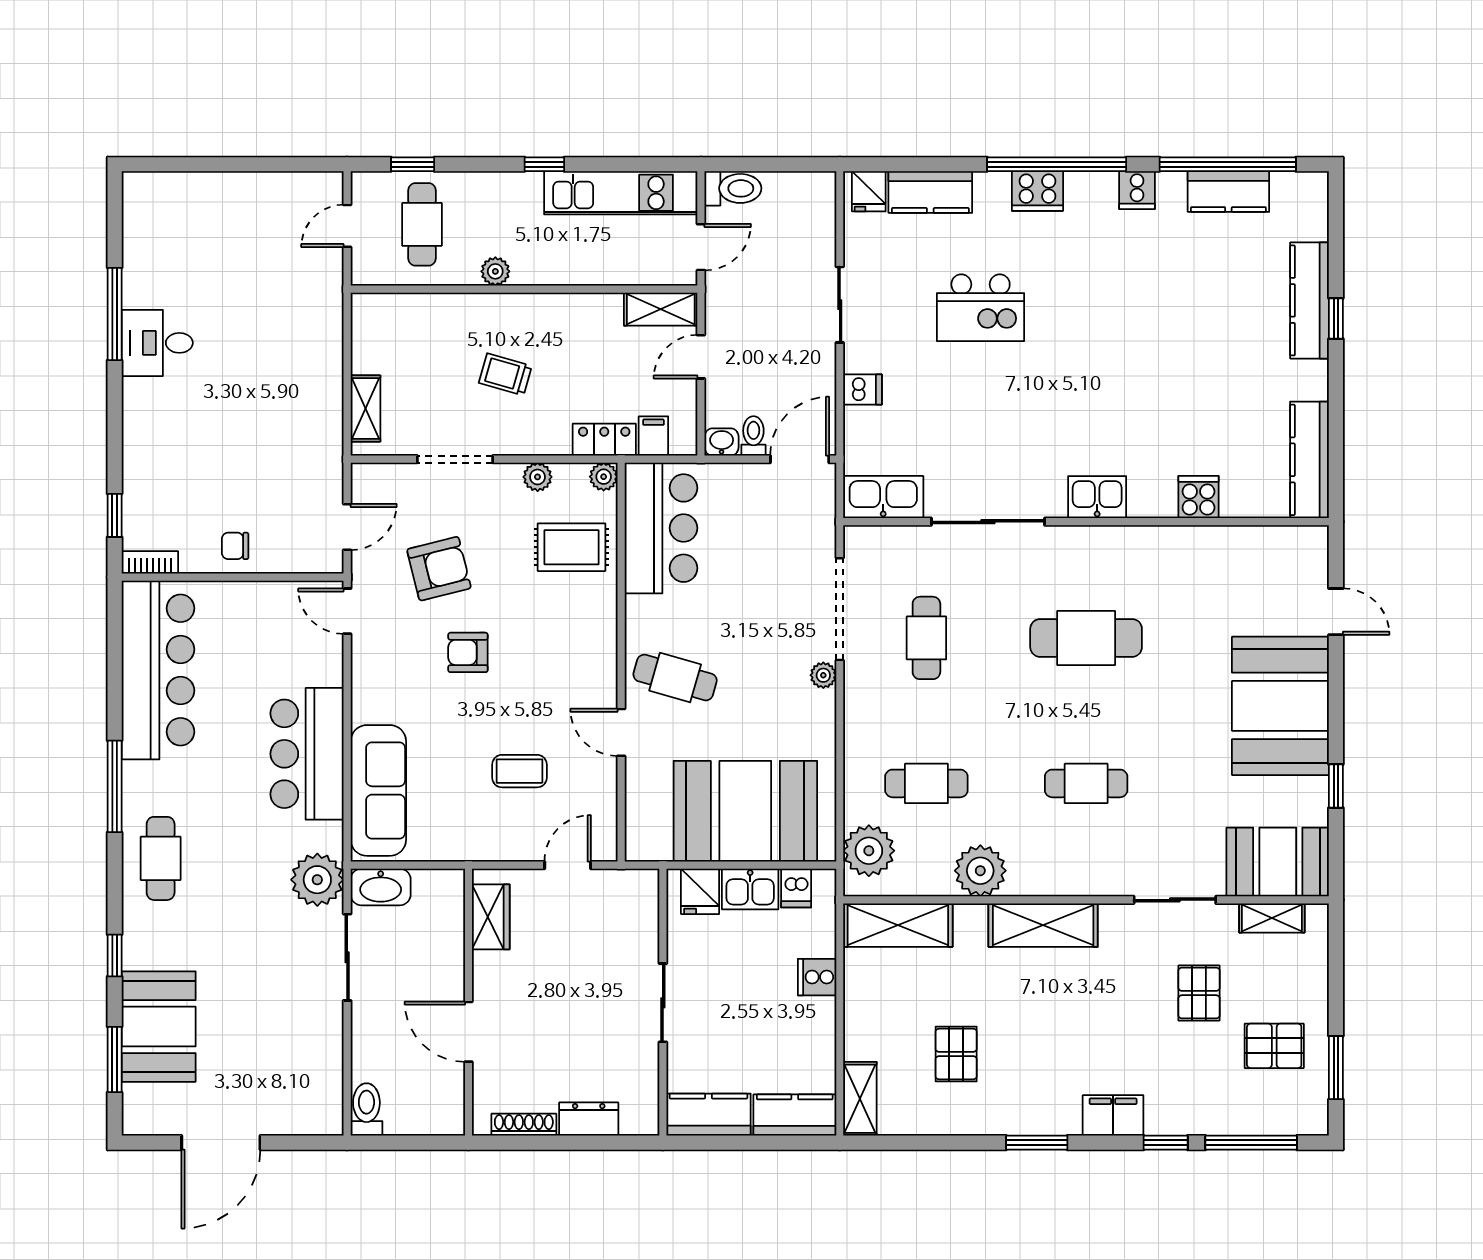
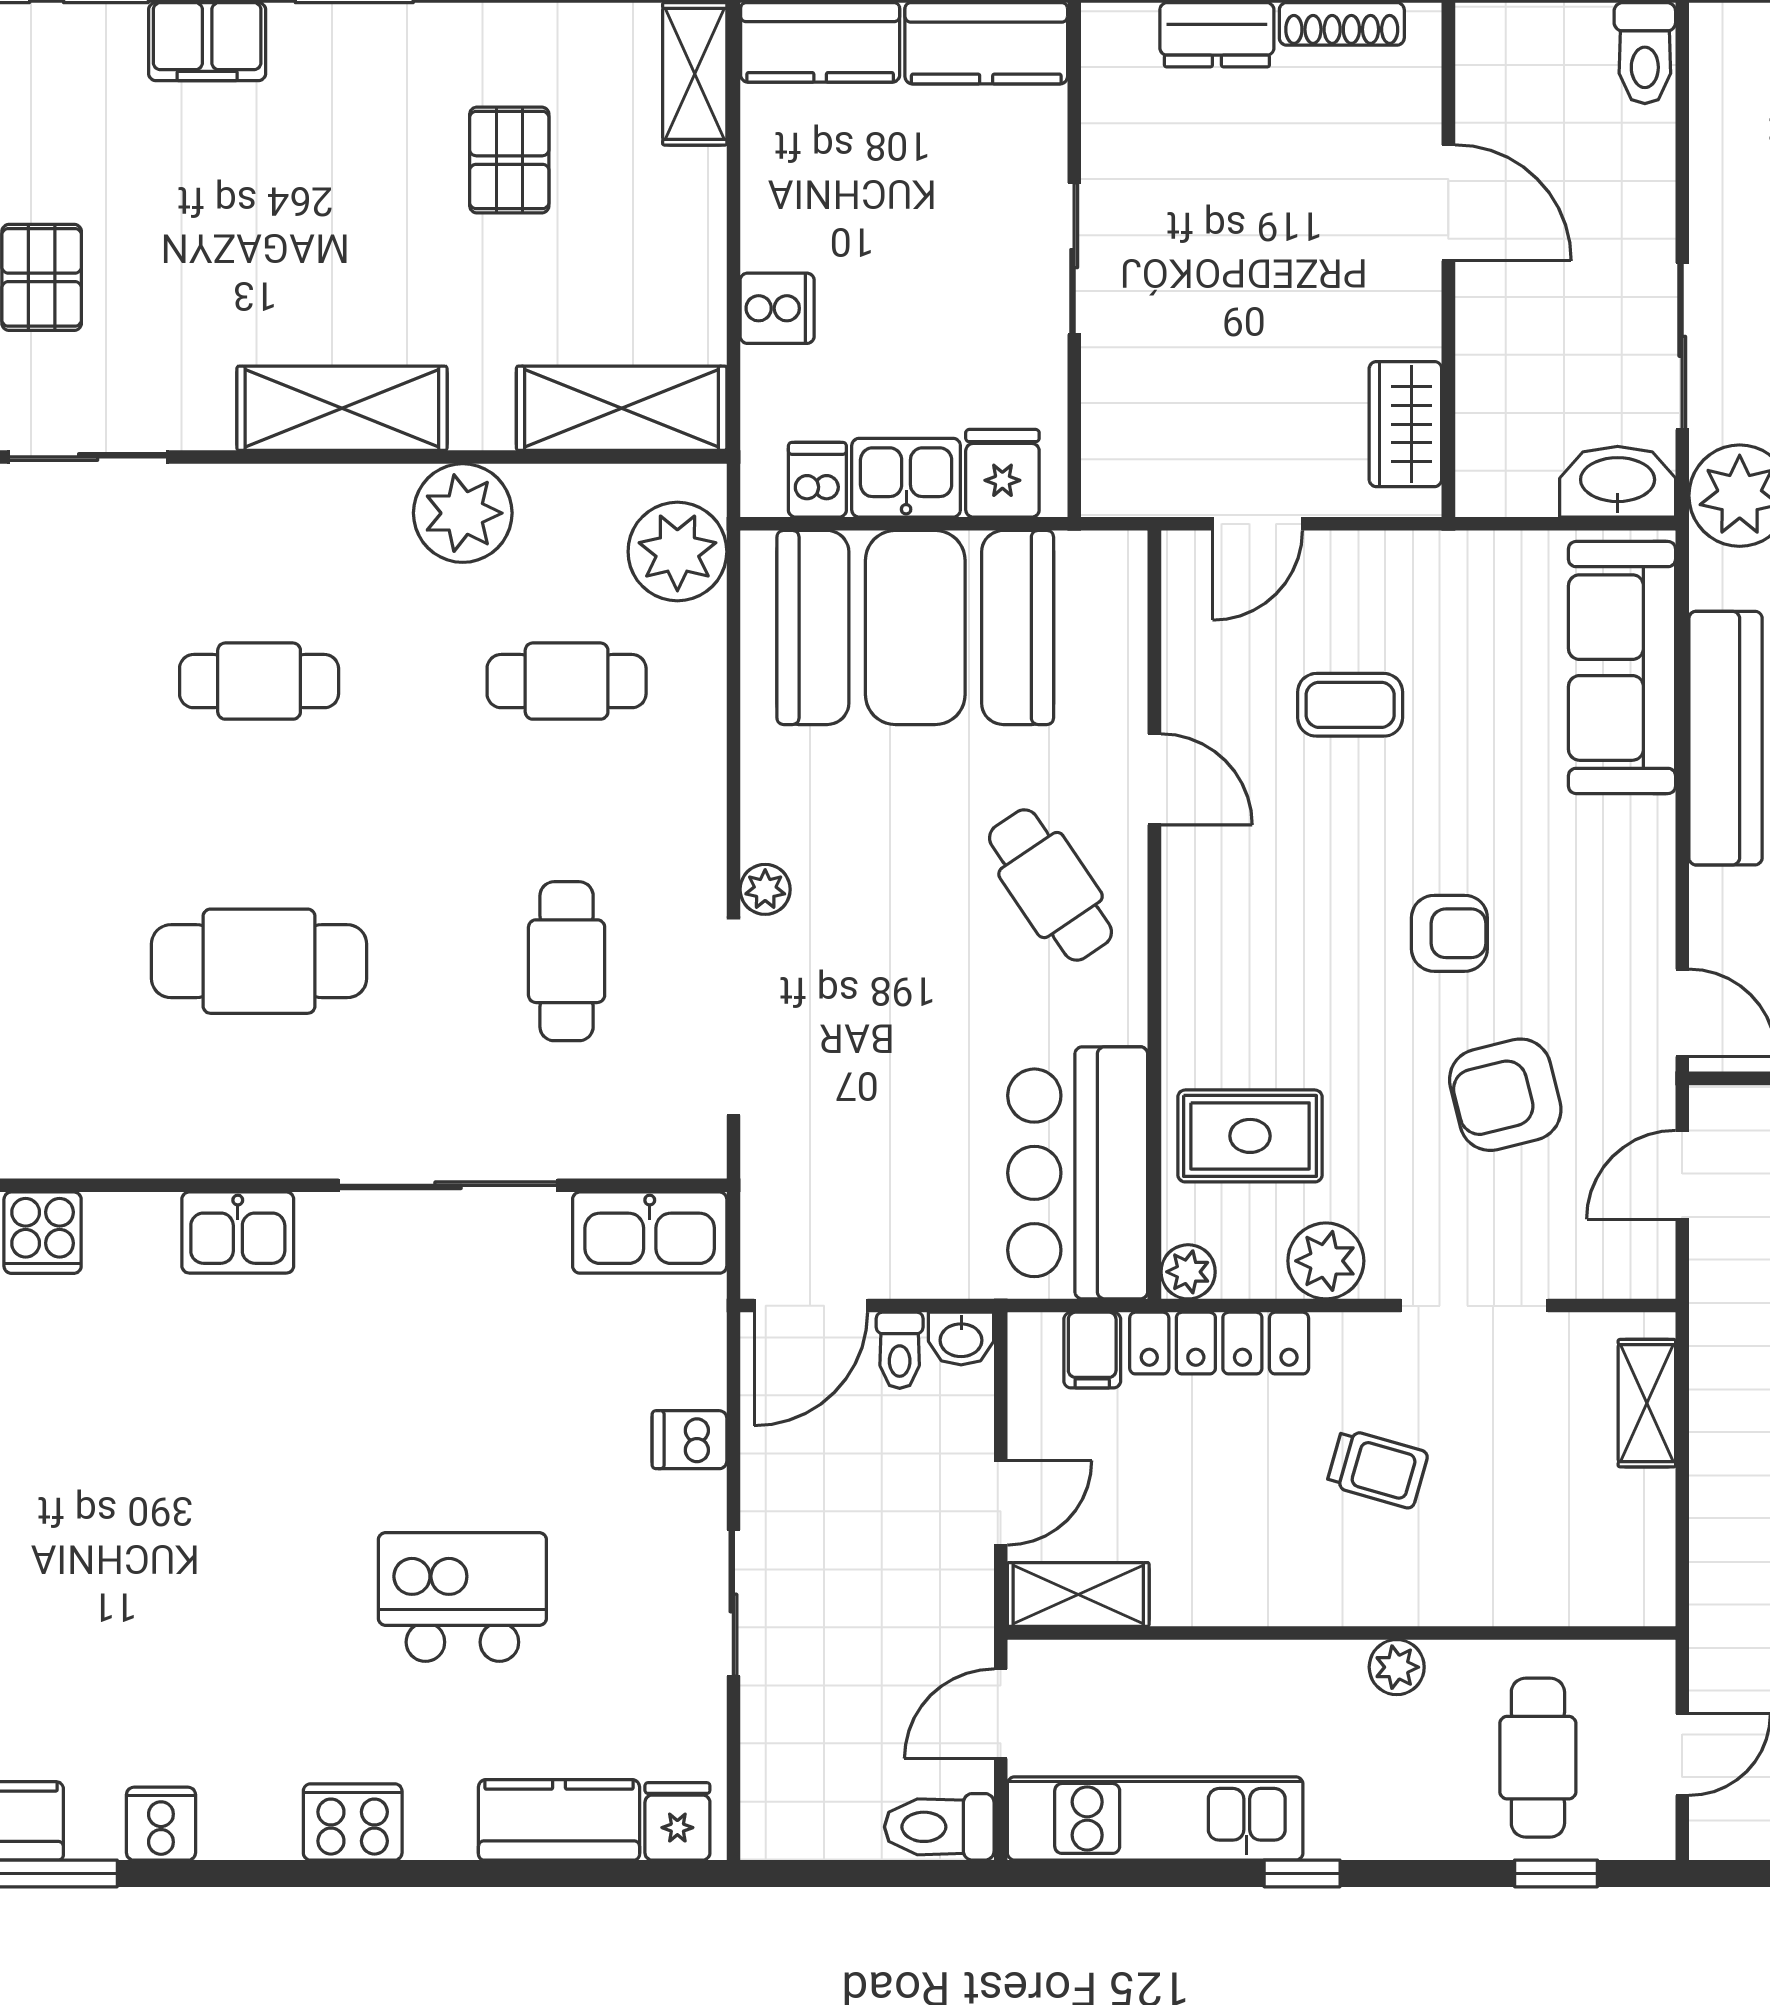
window: (1057, 164) -> (316, 1873), removed
locker: (604, 440) -> (1219, 1343), width x1.53
plant: (538, 477) -> (1326, 1261), width x1.38, depth x1.38
cafe table: (675, 678) -> (1051, 885), turned 40

